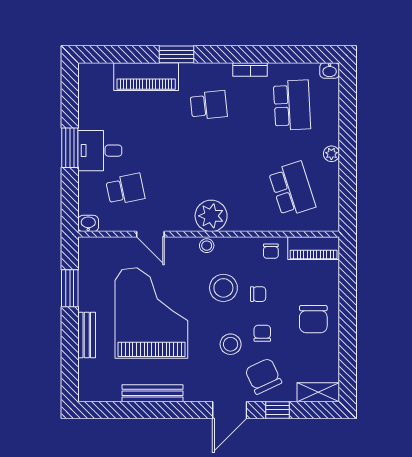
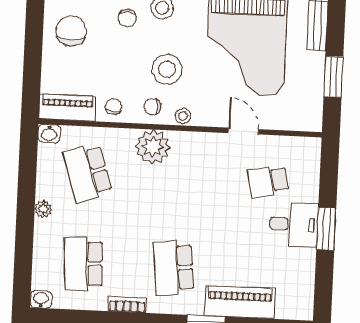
school desk: (209, 105) -> (174, 268), width x1.85
plant: (211, 216) -> (153, 147), moved
washbasin: (88, 223) -> (49, 134), moved
chair: (258, 294) -> (153, 107), moved

